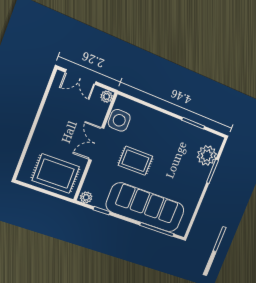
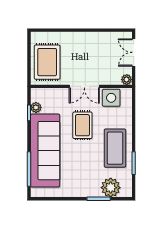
coffee table: (171, 136) -> (115, 148), added
double door: (96, 144) -> (84, 86), swing flipped
plant: (86, 197) -> (36, 107), moved

